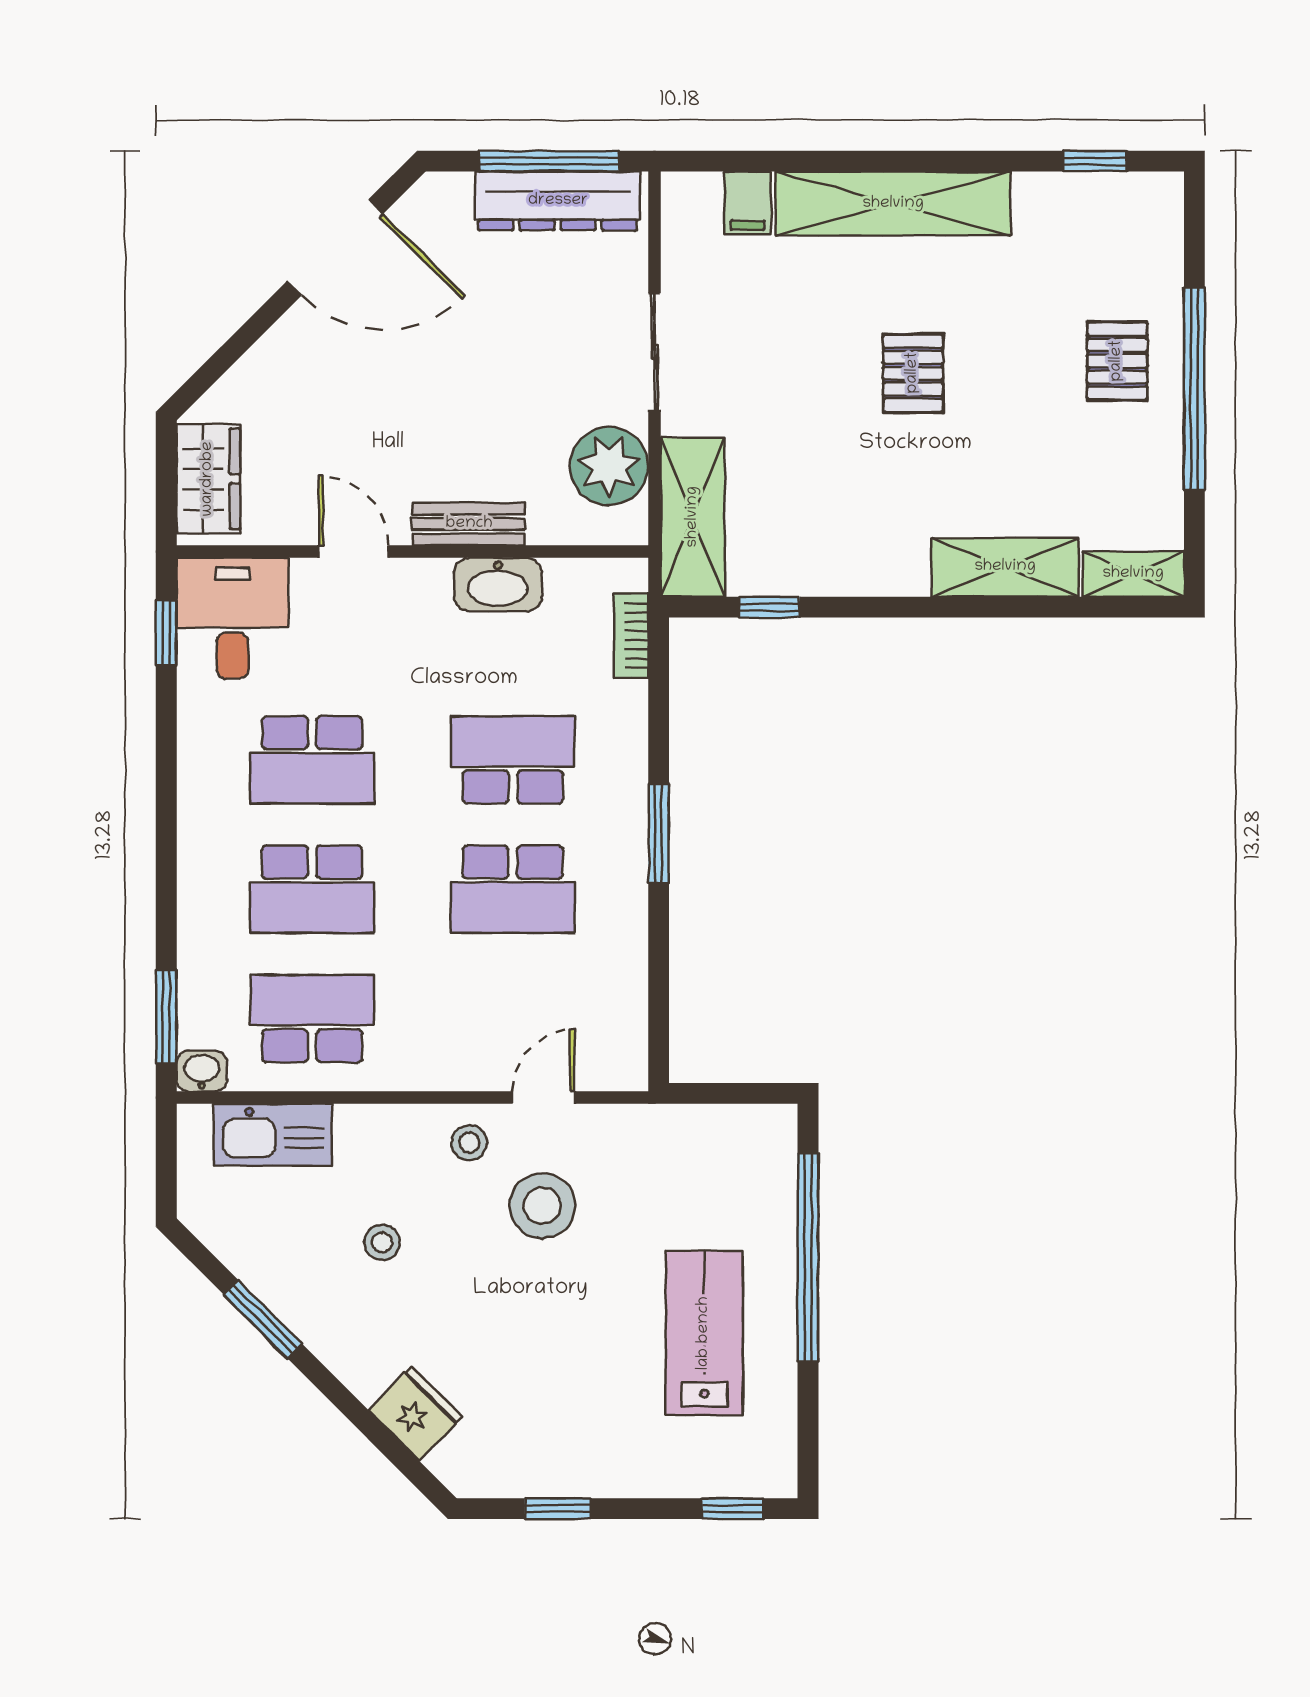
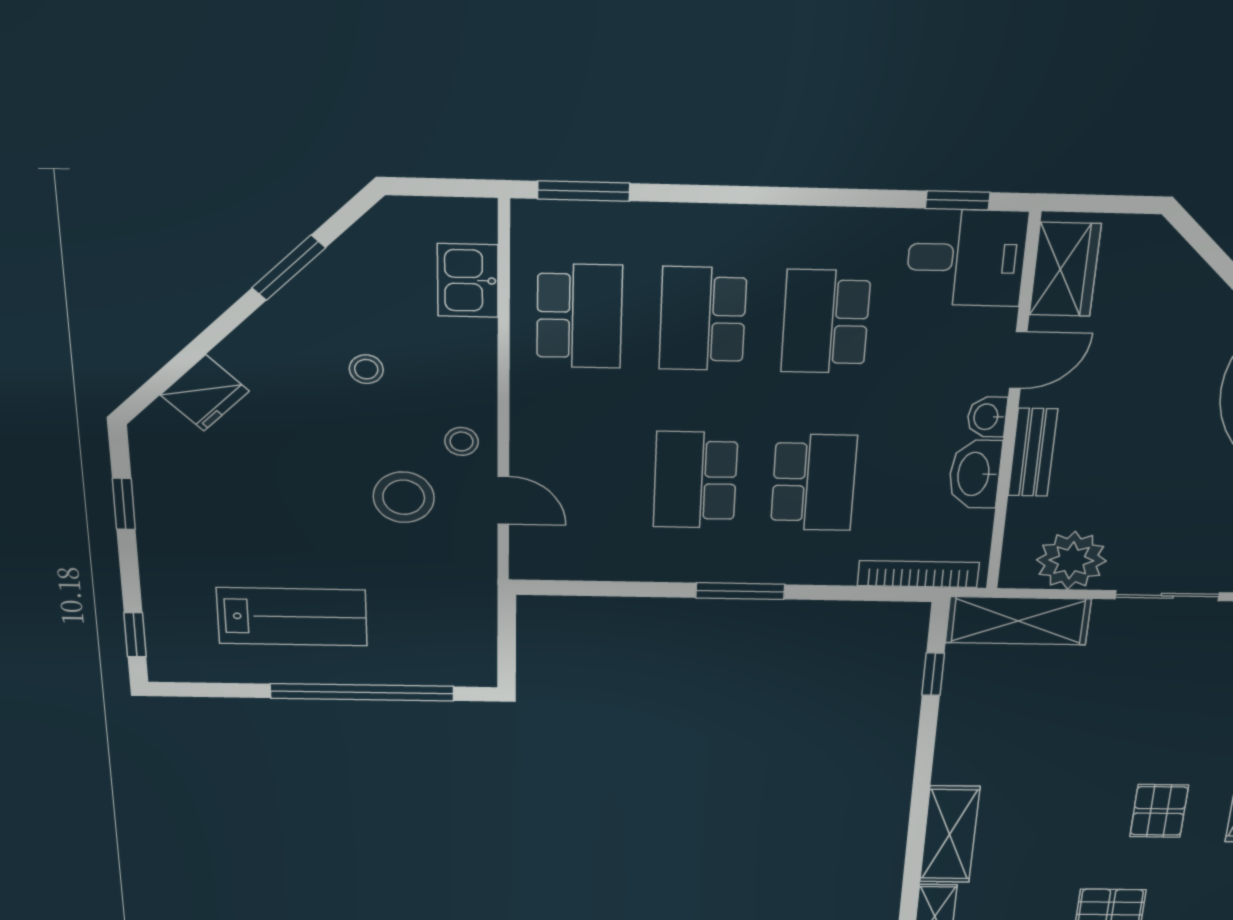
pallet: (913, 373) -> (1159, 811), moved, turned 90
wardrobe: (208, 479) -> (1065, 269), moved, turned -90
bookcase: (631, 636) -> (918, 574), width x1.56
washbasin: (202, 1071) -> (987, 417), moved, turned 180
kitchen sink: (273, 1135) -> (468, 280), width x0.73

